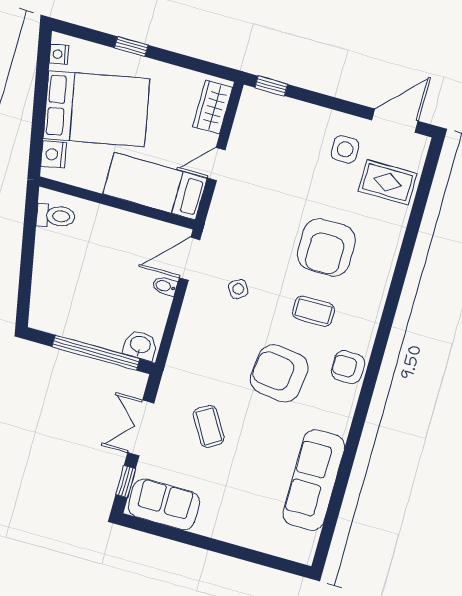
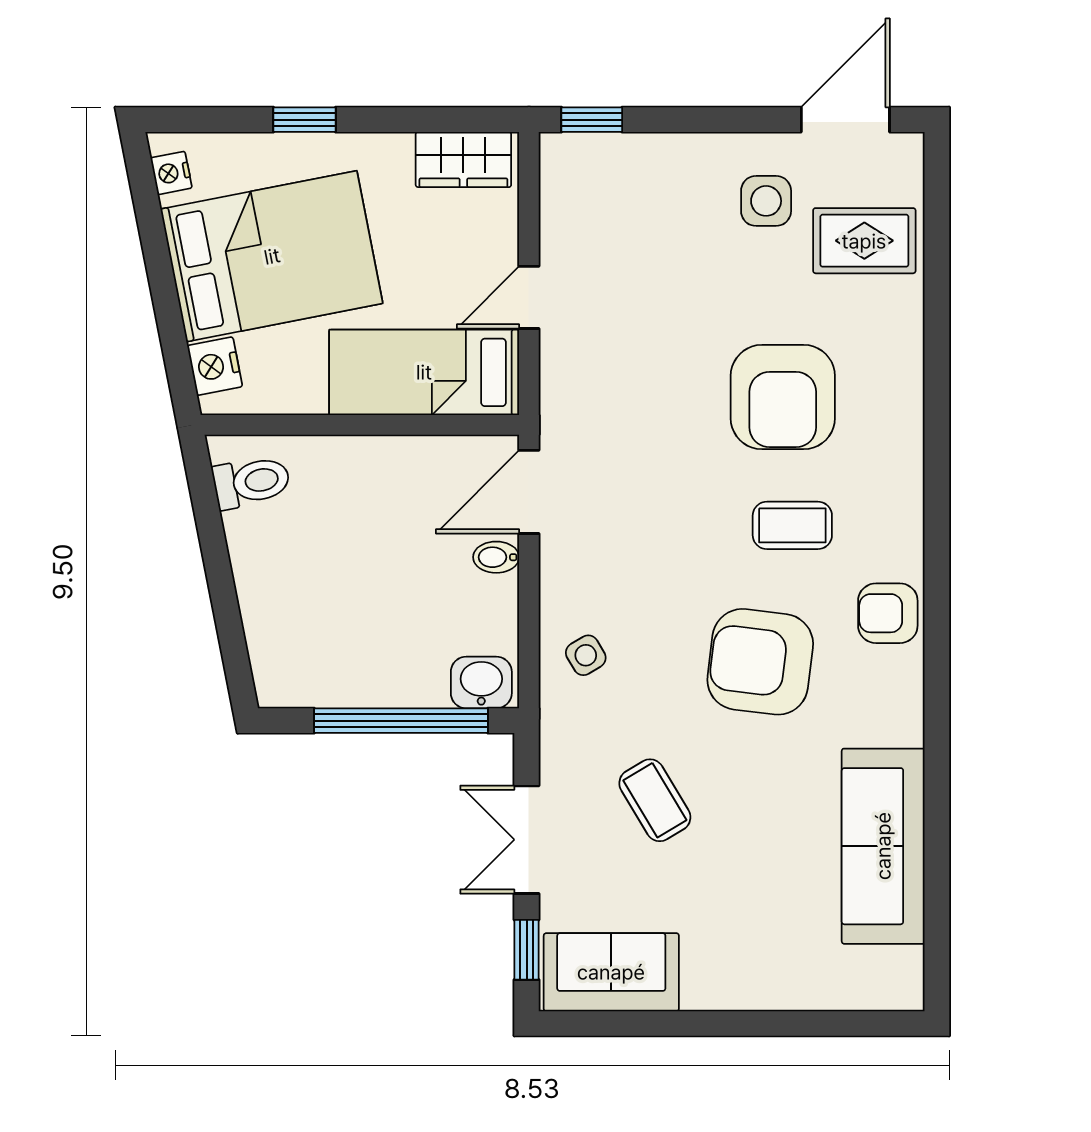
wardrobe: (213, 107) -> (463, 159), moved, turned -90
side table: (238, 289) -> (586, 655), moved

